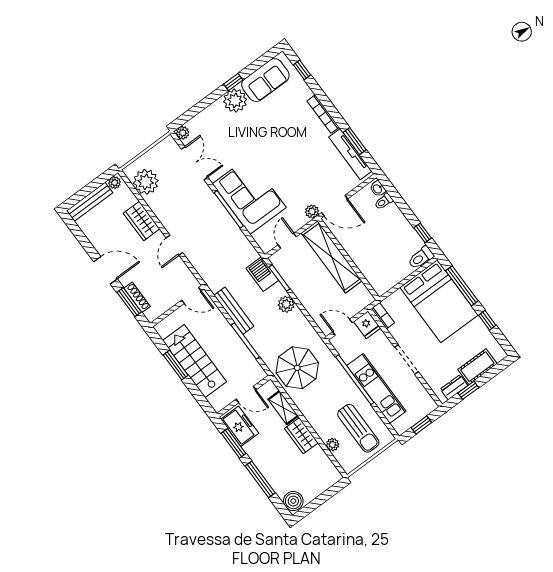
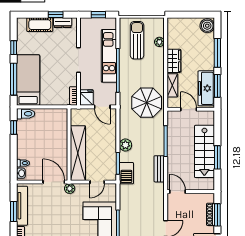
bed: (439, 301) -> (28, 80), width x0.67
bench: (234, 311) -> (159, 169), width x0.73
freezer: (240, 426) -> (206, 88), width x1.40

